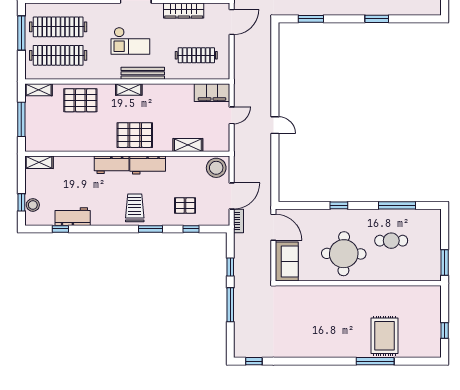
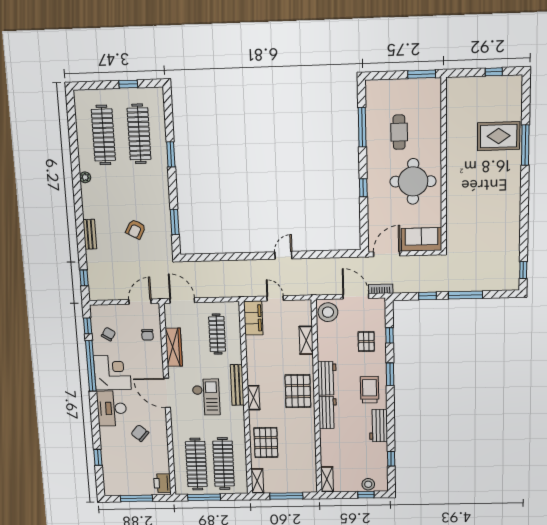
trolley: (135, 208) -> (370, 390), turned 90
workbench: (73, 217) -> (378, 426), moved

